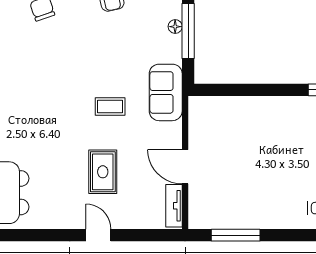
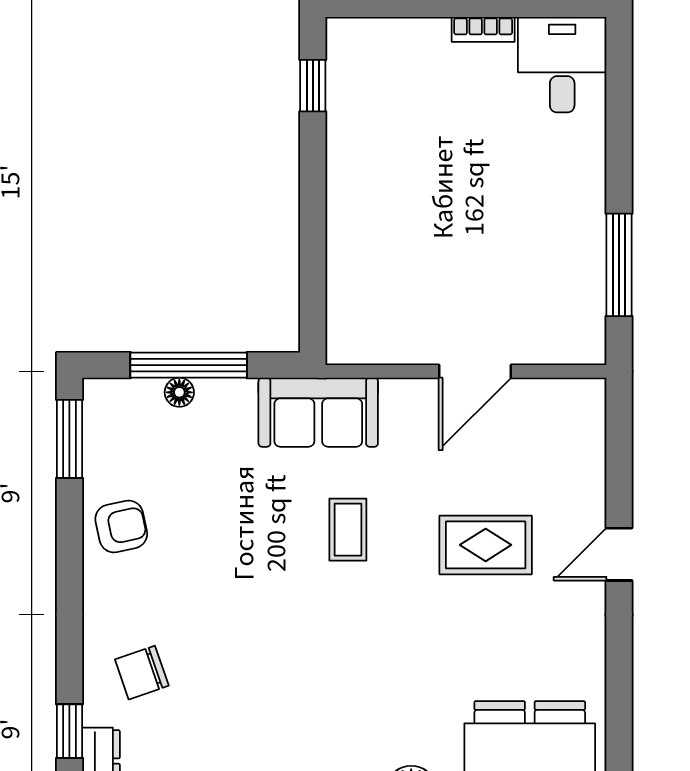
tv unit: (174, 206) -> (557, 395), removed

